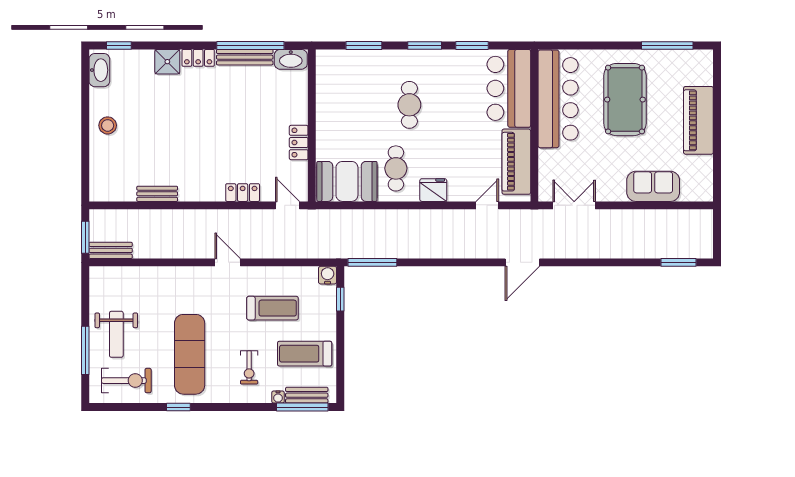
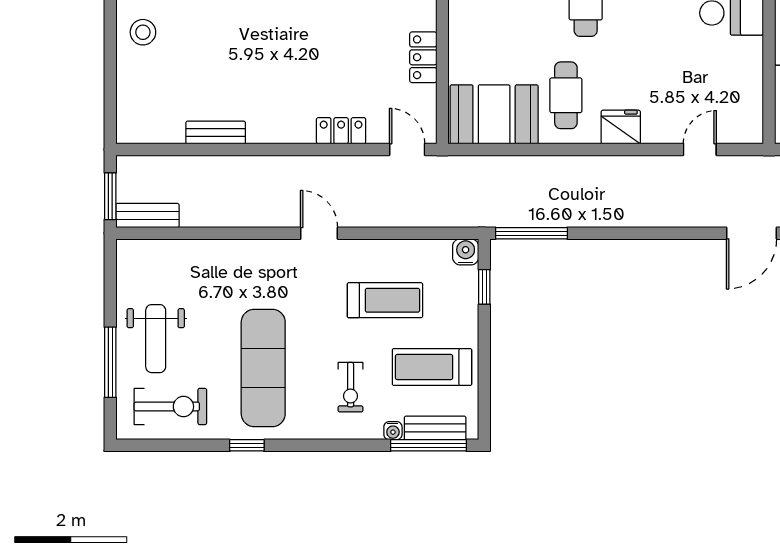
piano: (516, 162) -> (743, 85), removed

